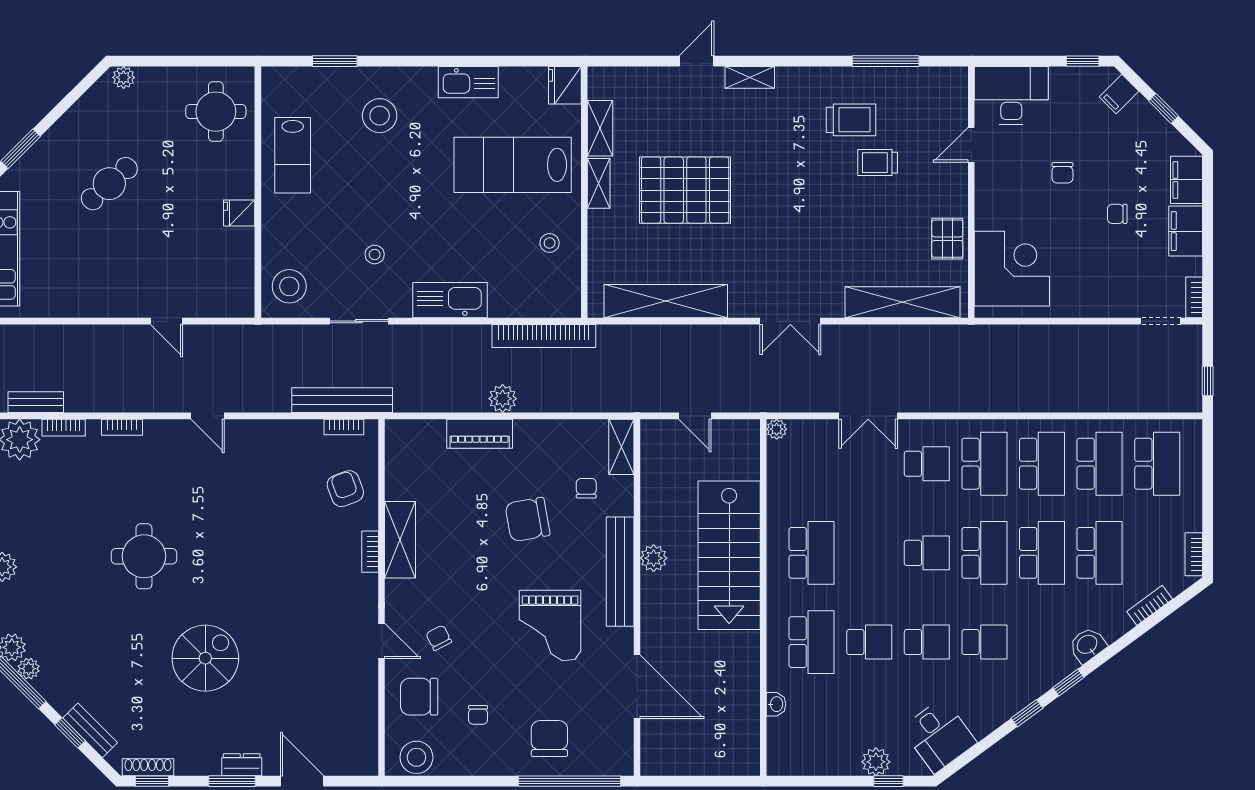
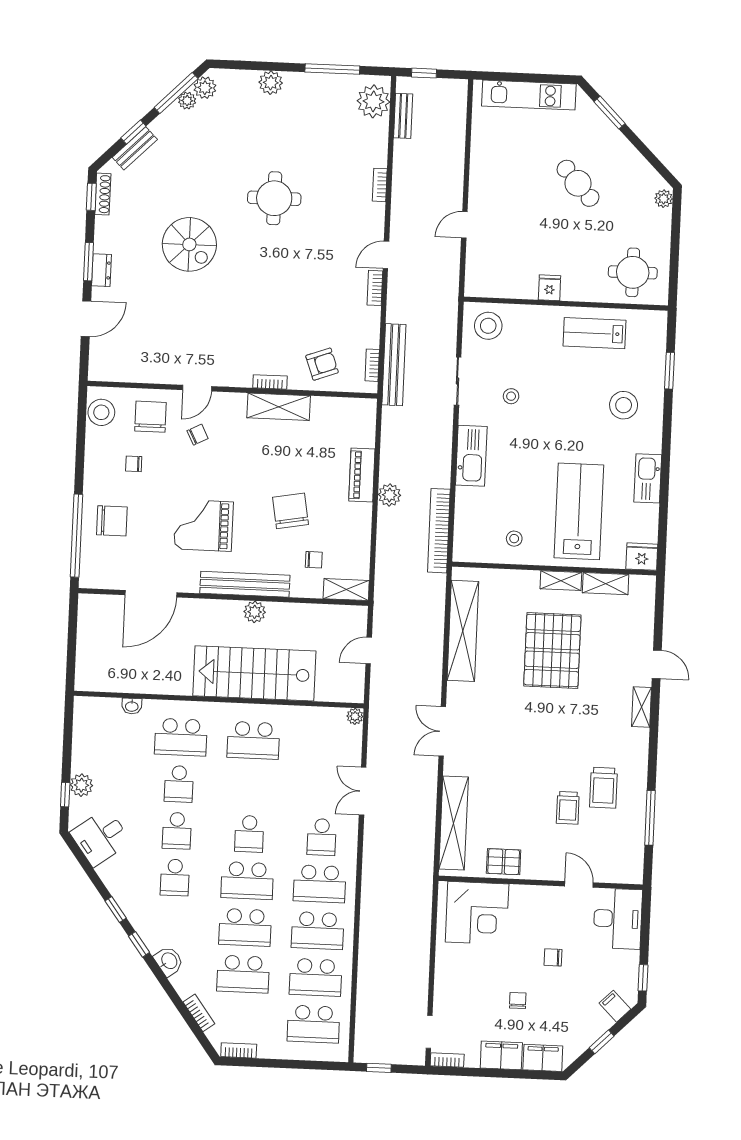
trolley: (878, 163) -> (568, 808), turned 180
bookcase: (64, 428) -> (375, 288), moved

